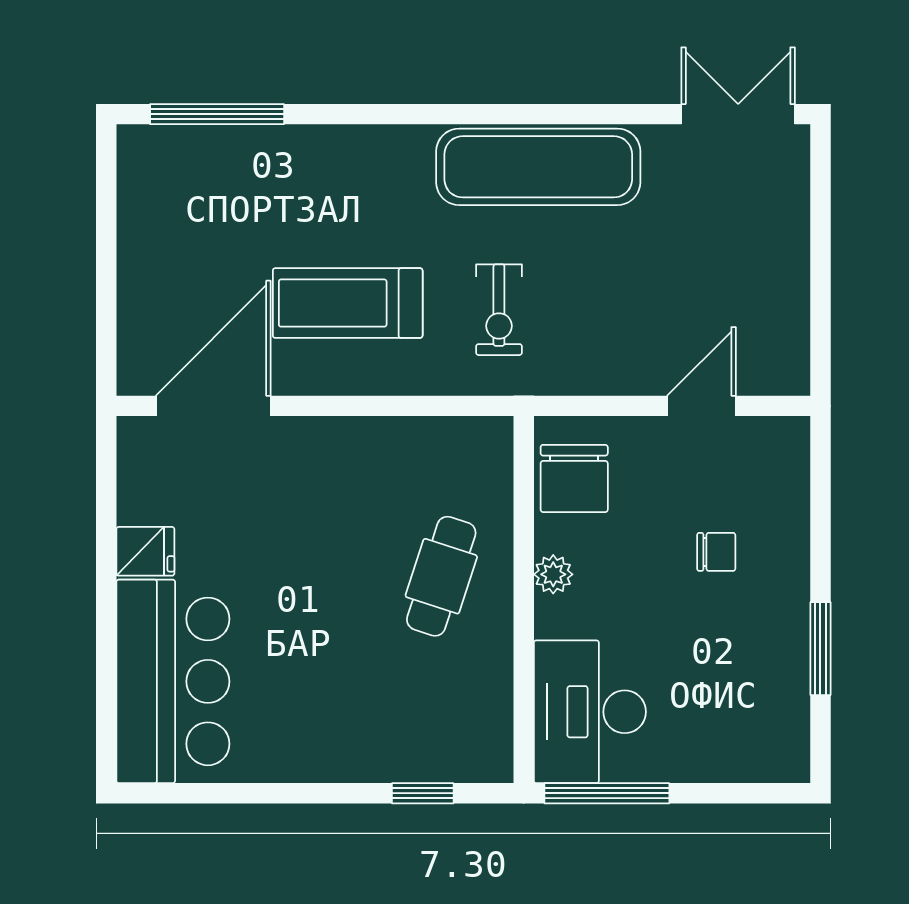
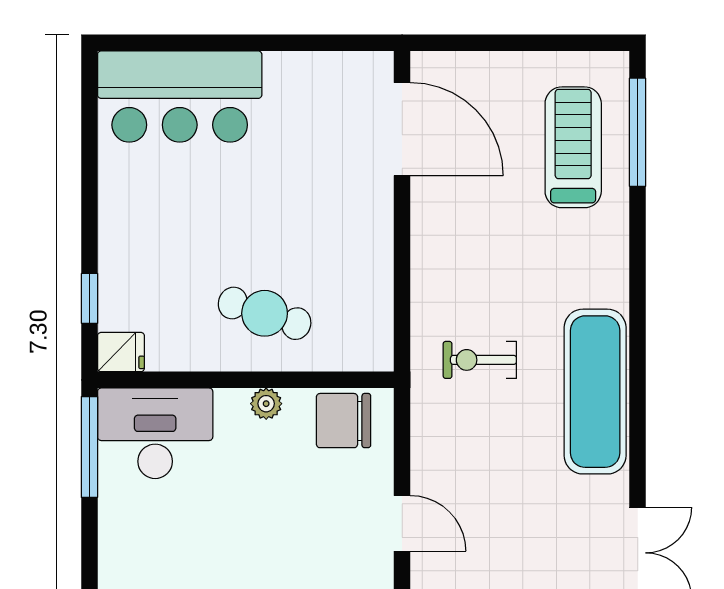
treadmill: (348, 303) -> (573, 147), moved
fridge: (145, 551) -> (121, 352), moved, turned -90
chair: (716, 552) -> (284, 535), removed

